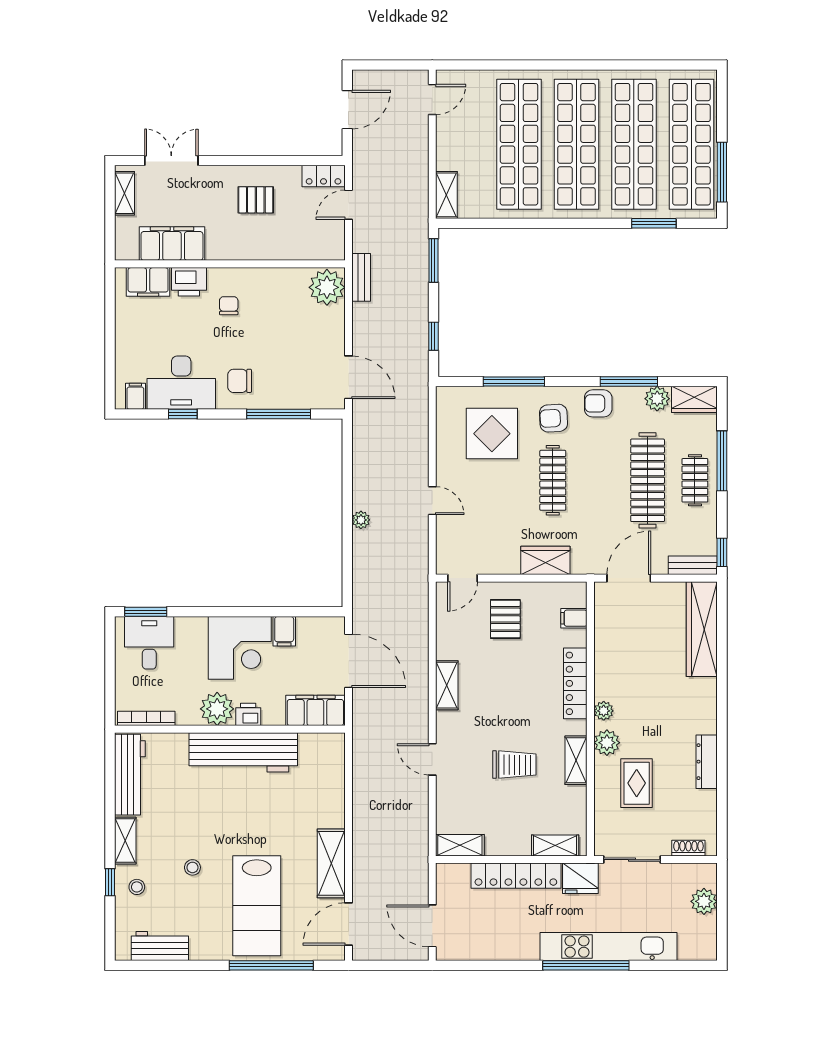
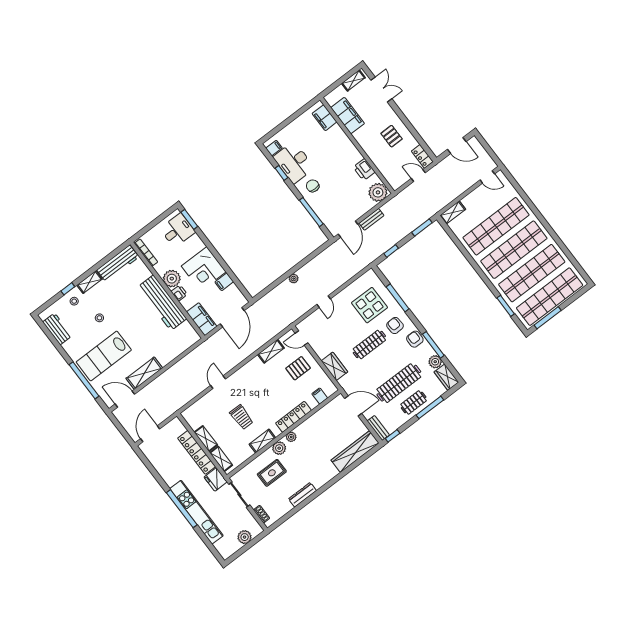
bench: (361, 277) -> (371, 219), moved
printer: (189, 282) -> (364, 170), moved
chair: (229, 306) -> (340, 158), removed
shelving: (447, 685) -> (271, 351), moved
shelving: (460, 845) -> (206, 439), moved

